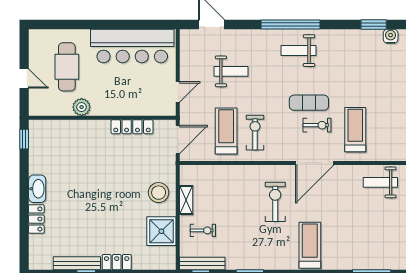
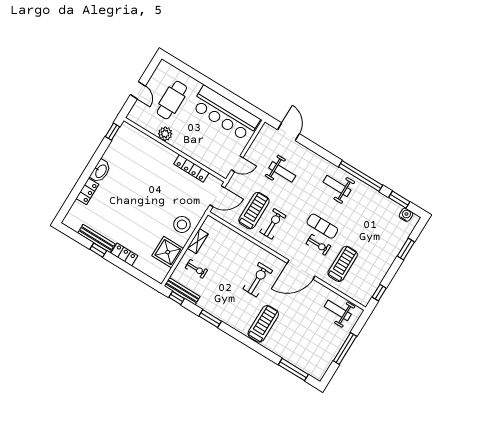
window: (291, 25) -> (361, 176), moved

